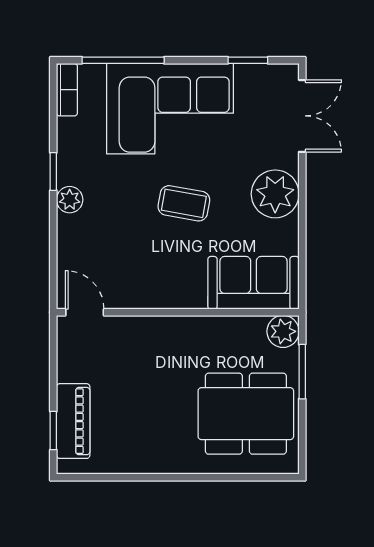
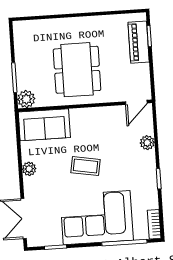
plant: (275, 194) -> (29, 169), width x0.53, depth x0.53
plant: (70, 200) -> (147, 143), moved
door: (85, 312) -> (136, 102), hinge flipped
dining table: (246, 414) -> (77, 70), moved, turned 90

